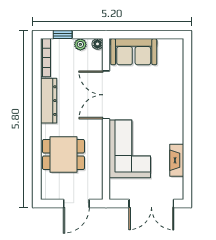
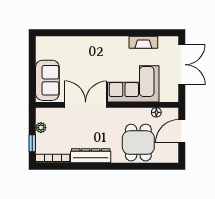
floor lamp: (97, 44) -> (156, 112), moved
double door: (106, 95) -> (86, 105), swing flipped
door: (76, 204) -> (182, 131), swing flipped

